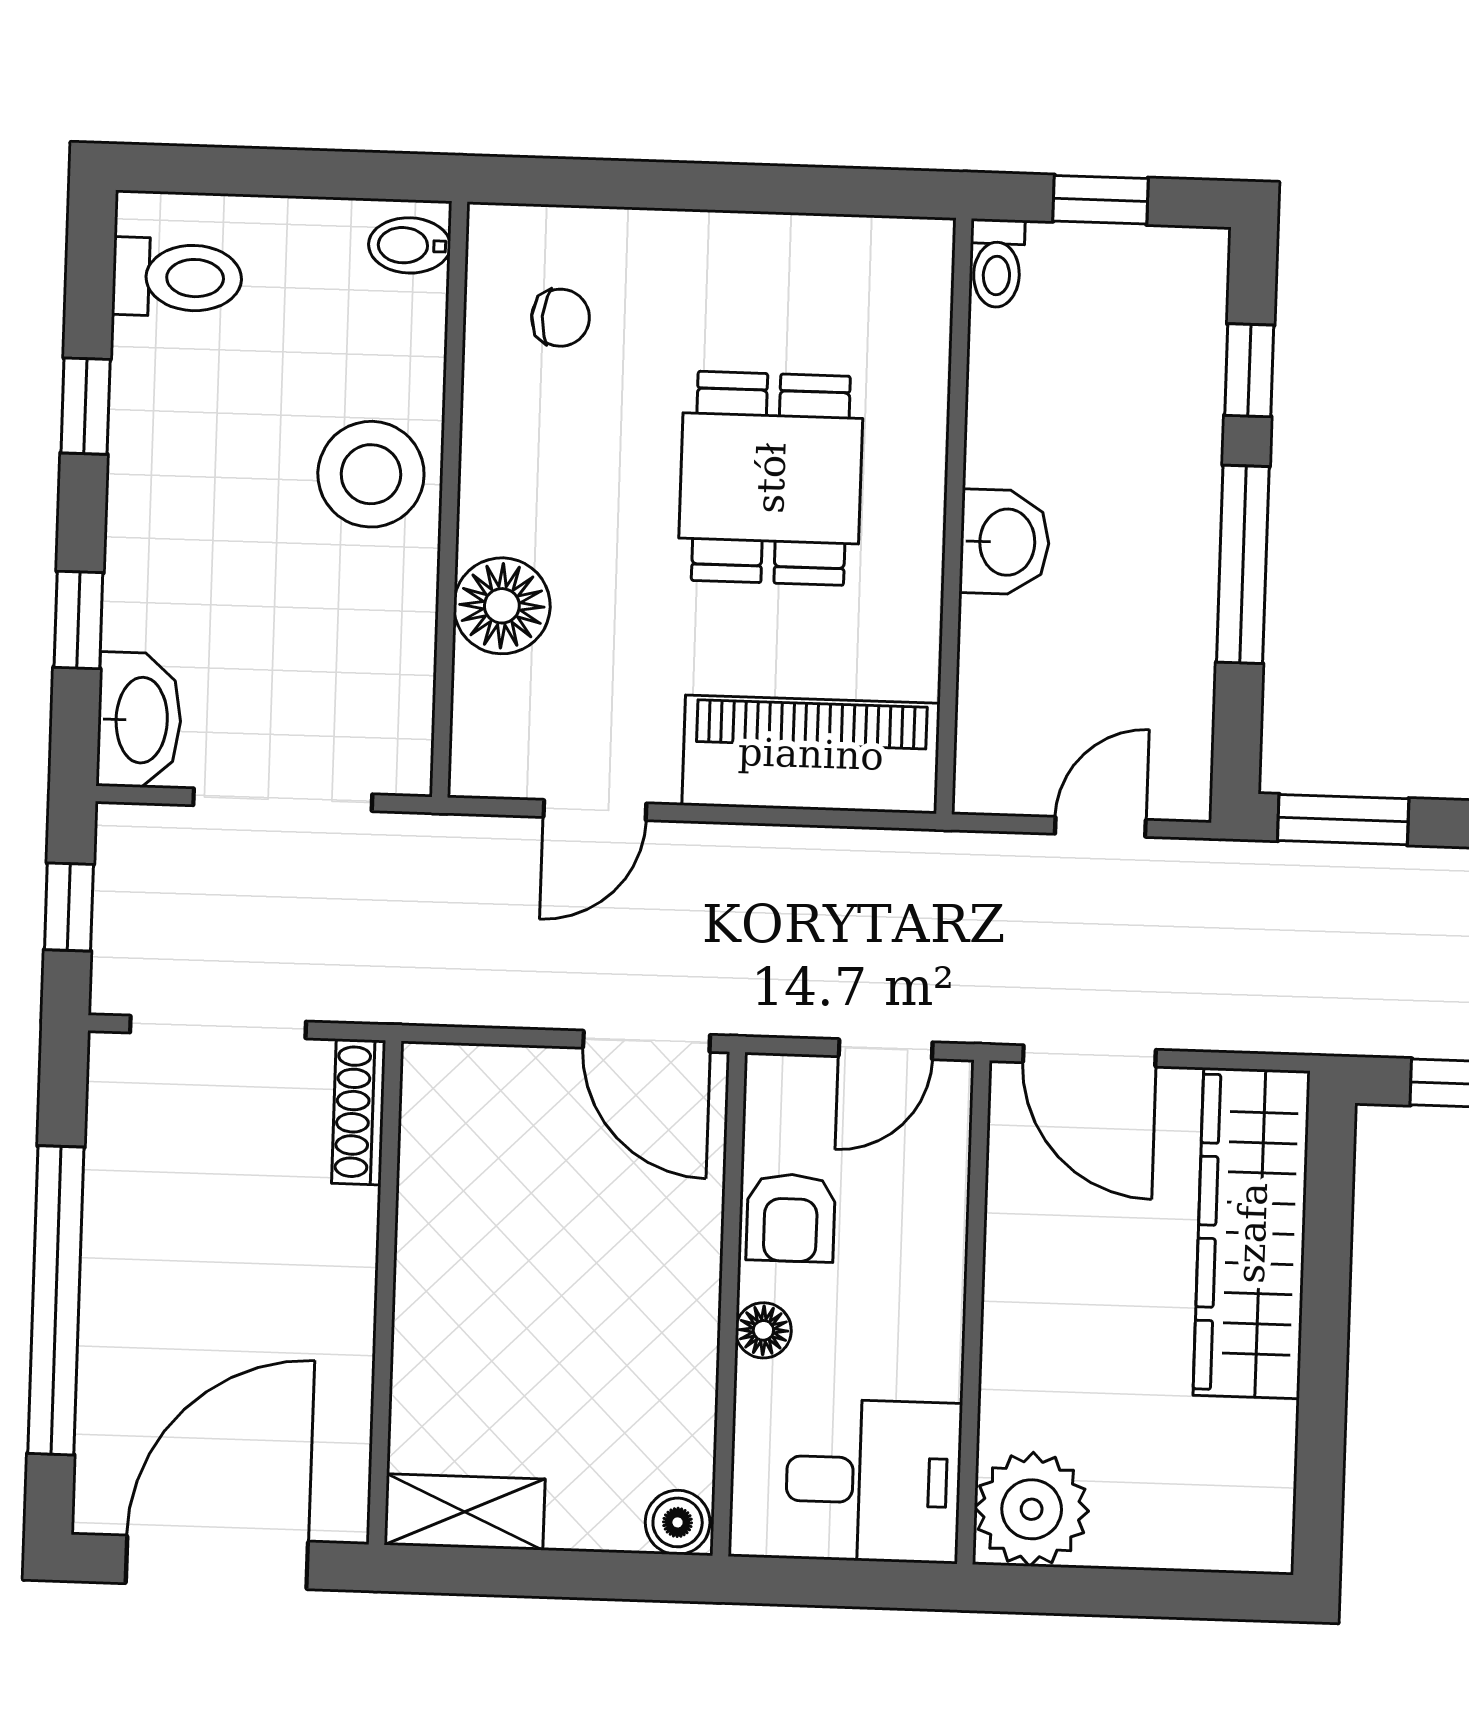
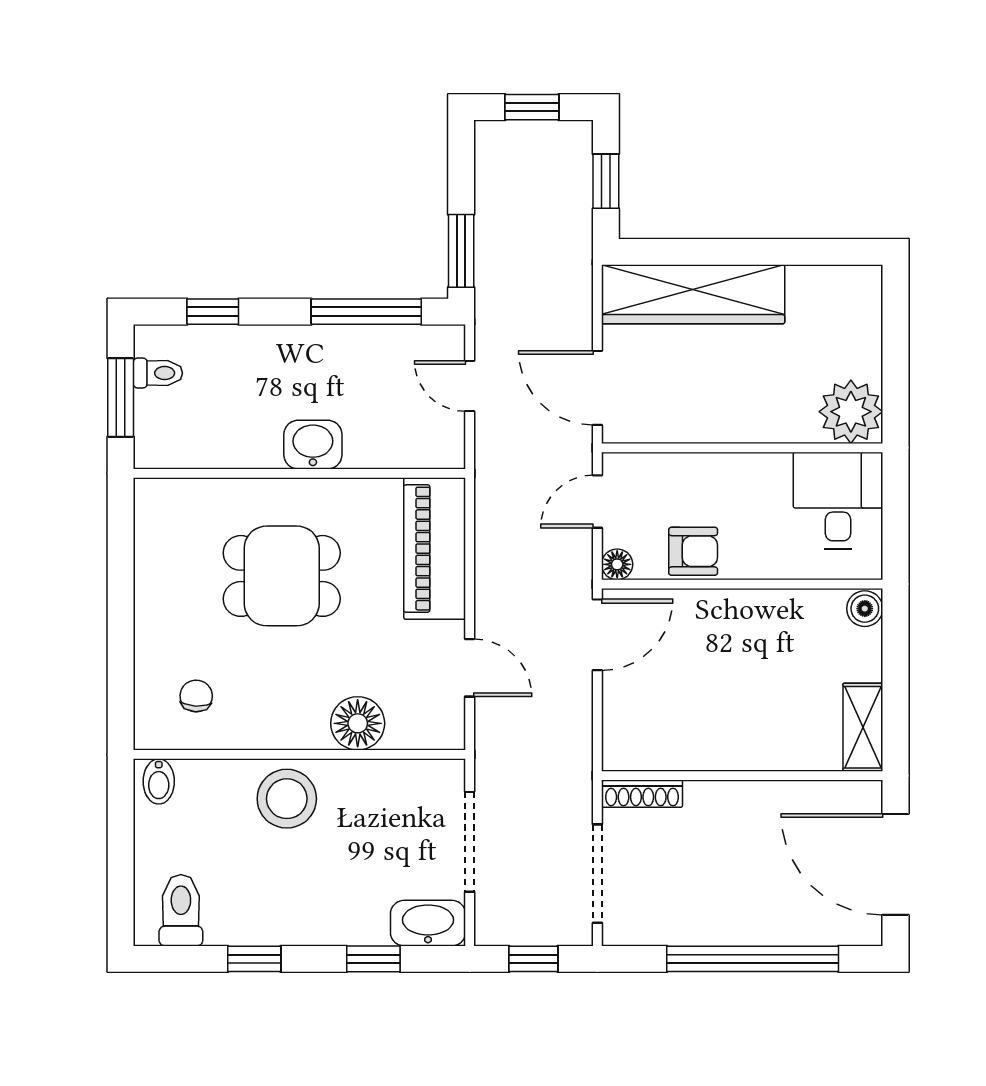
window: (1101, 200) -> (121, 398), width x1.50
toilet: (997, 263) -> (158, 373), moved
window: (1243, 564) -> (366, 312), moved
door: (886, 1049) -> (597, 502), swing flipped
door: (1089, 1056) -> (597, 388), swing flipped
floor lamp: (763, 1330) -> (617, 564), moved

